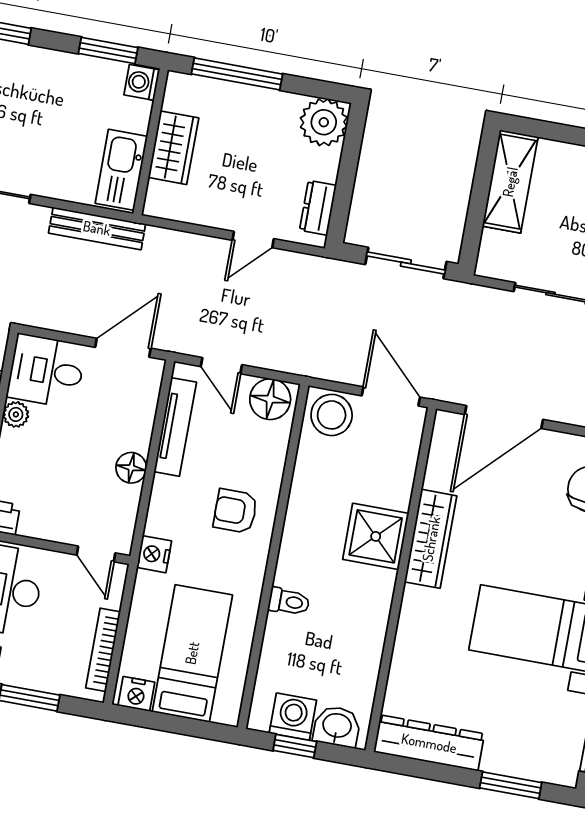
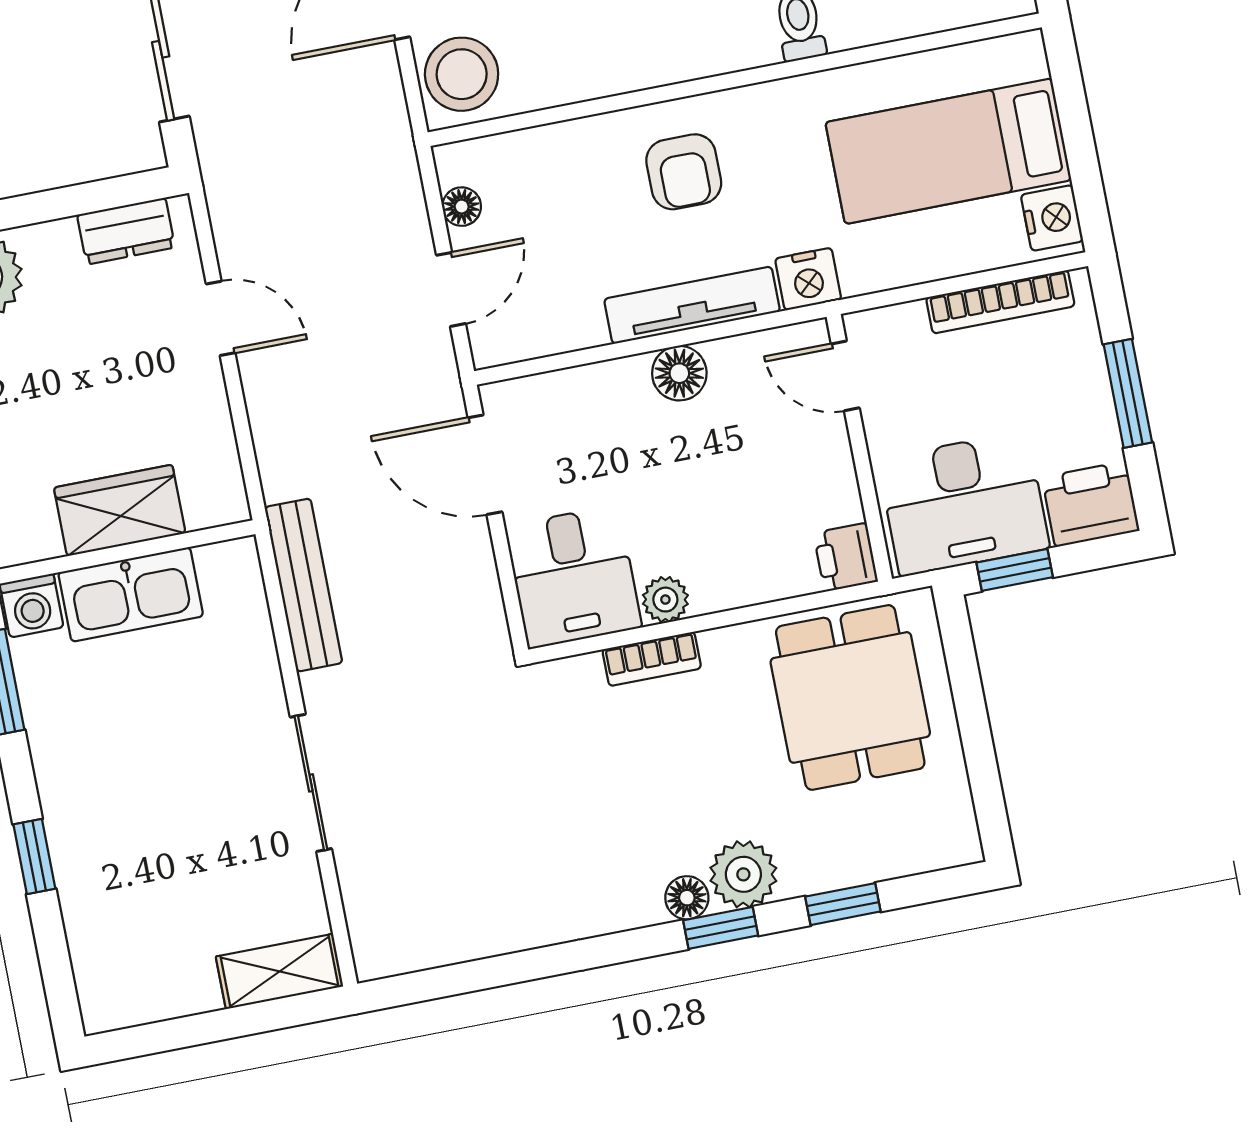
kitchen sink: (121, 170) -> (131, 594), moved
floor lamp: (270, 399) -> (462, 207), width x0.53, depth x0.53
tv unit: (175, 427) -> (692, 305), moved
door: (96, 554) -> (845, 376), swing flipped

